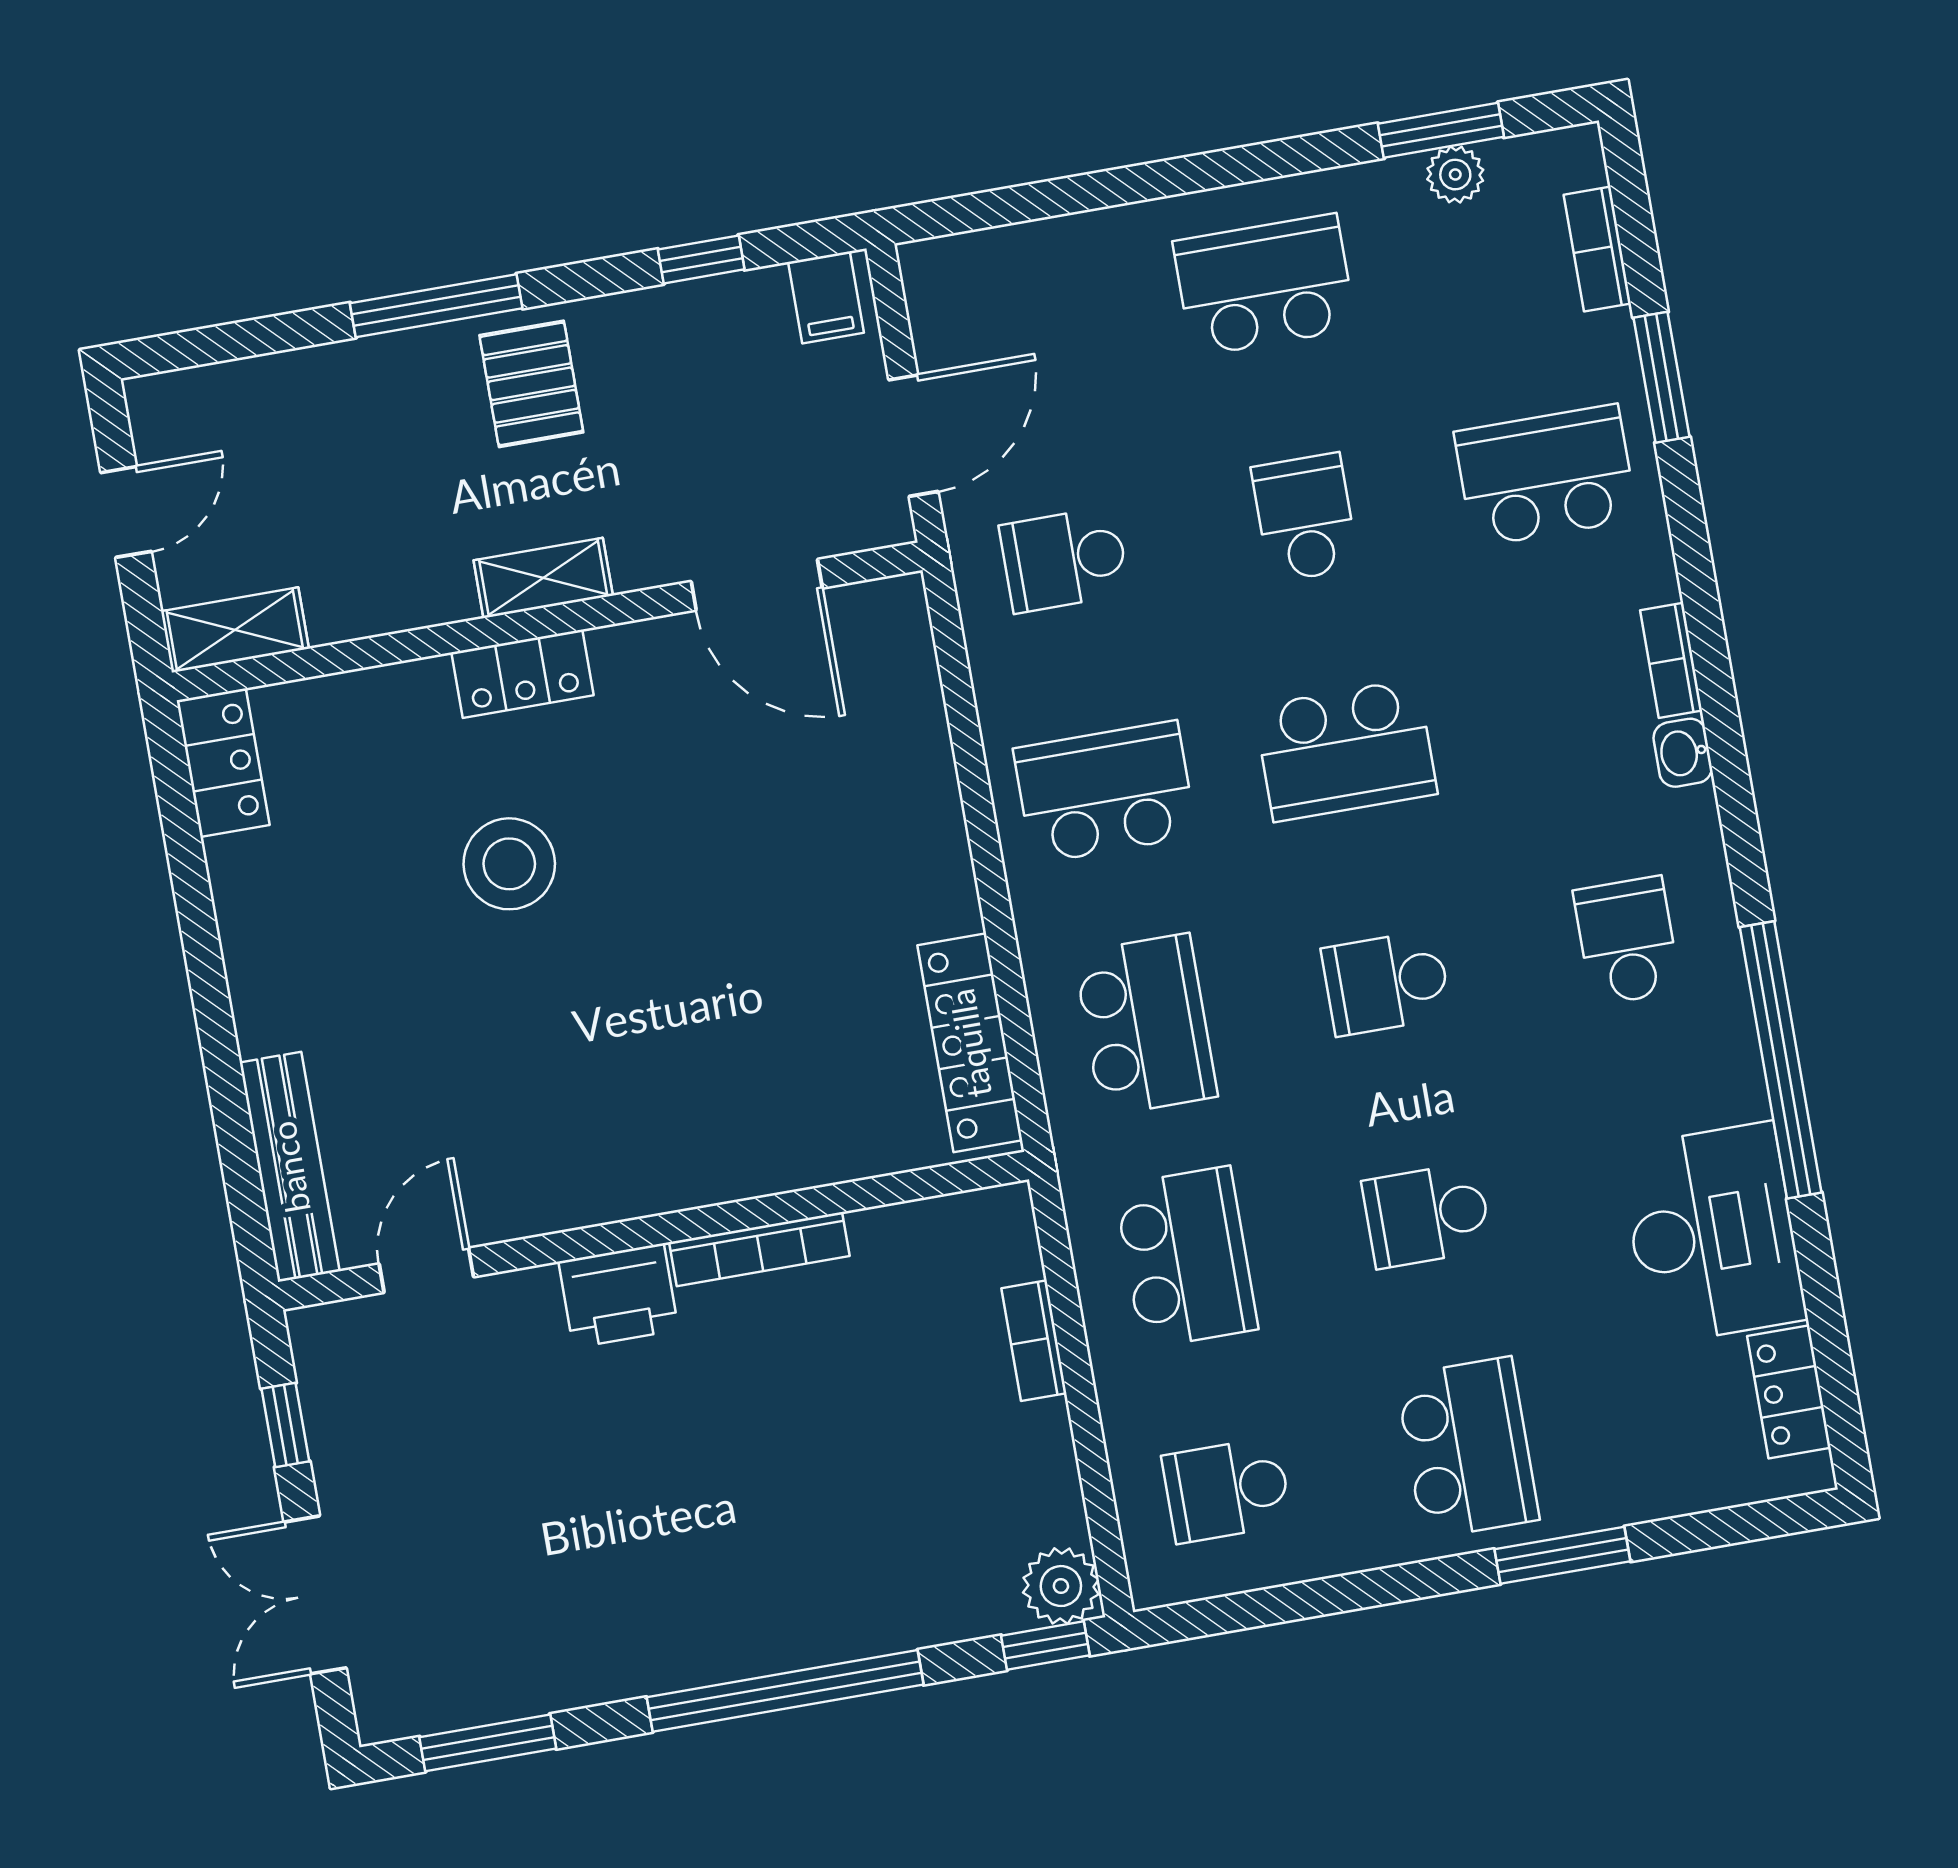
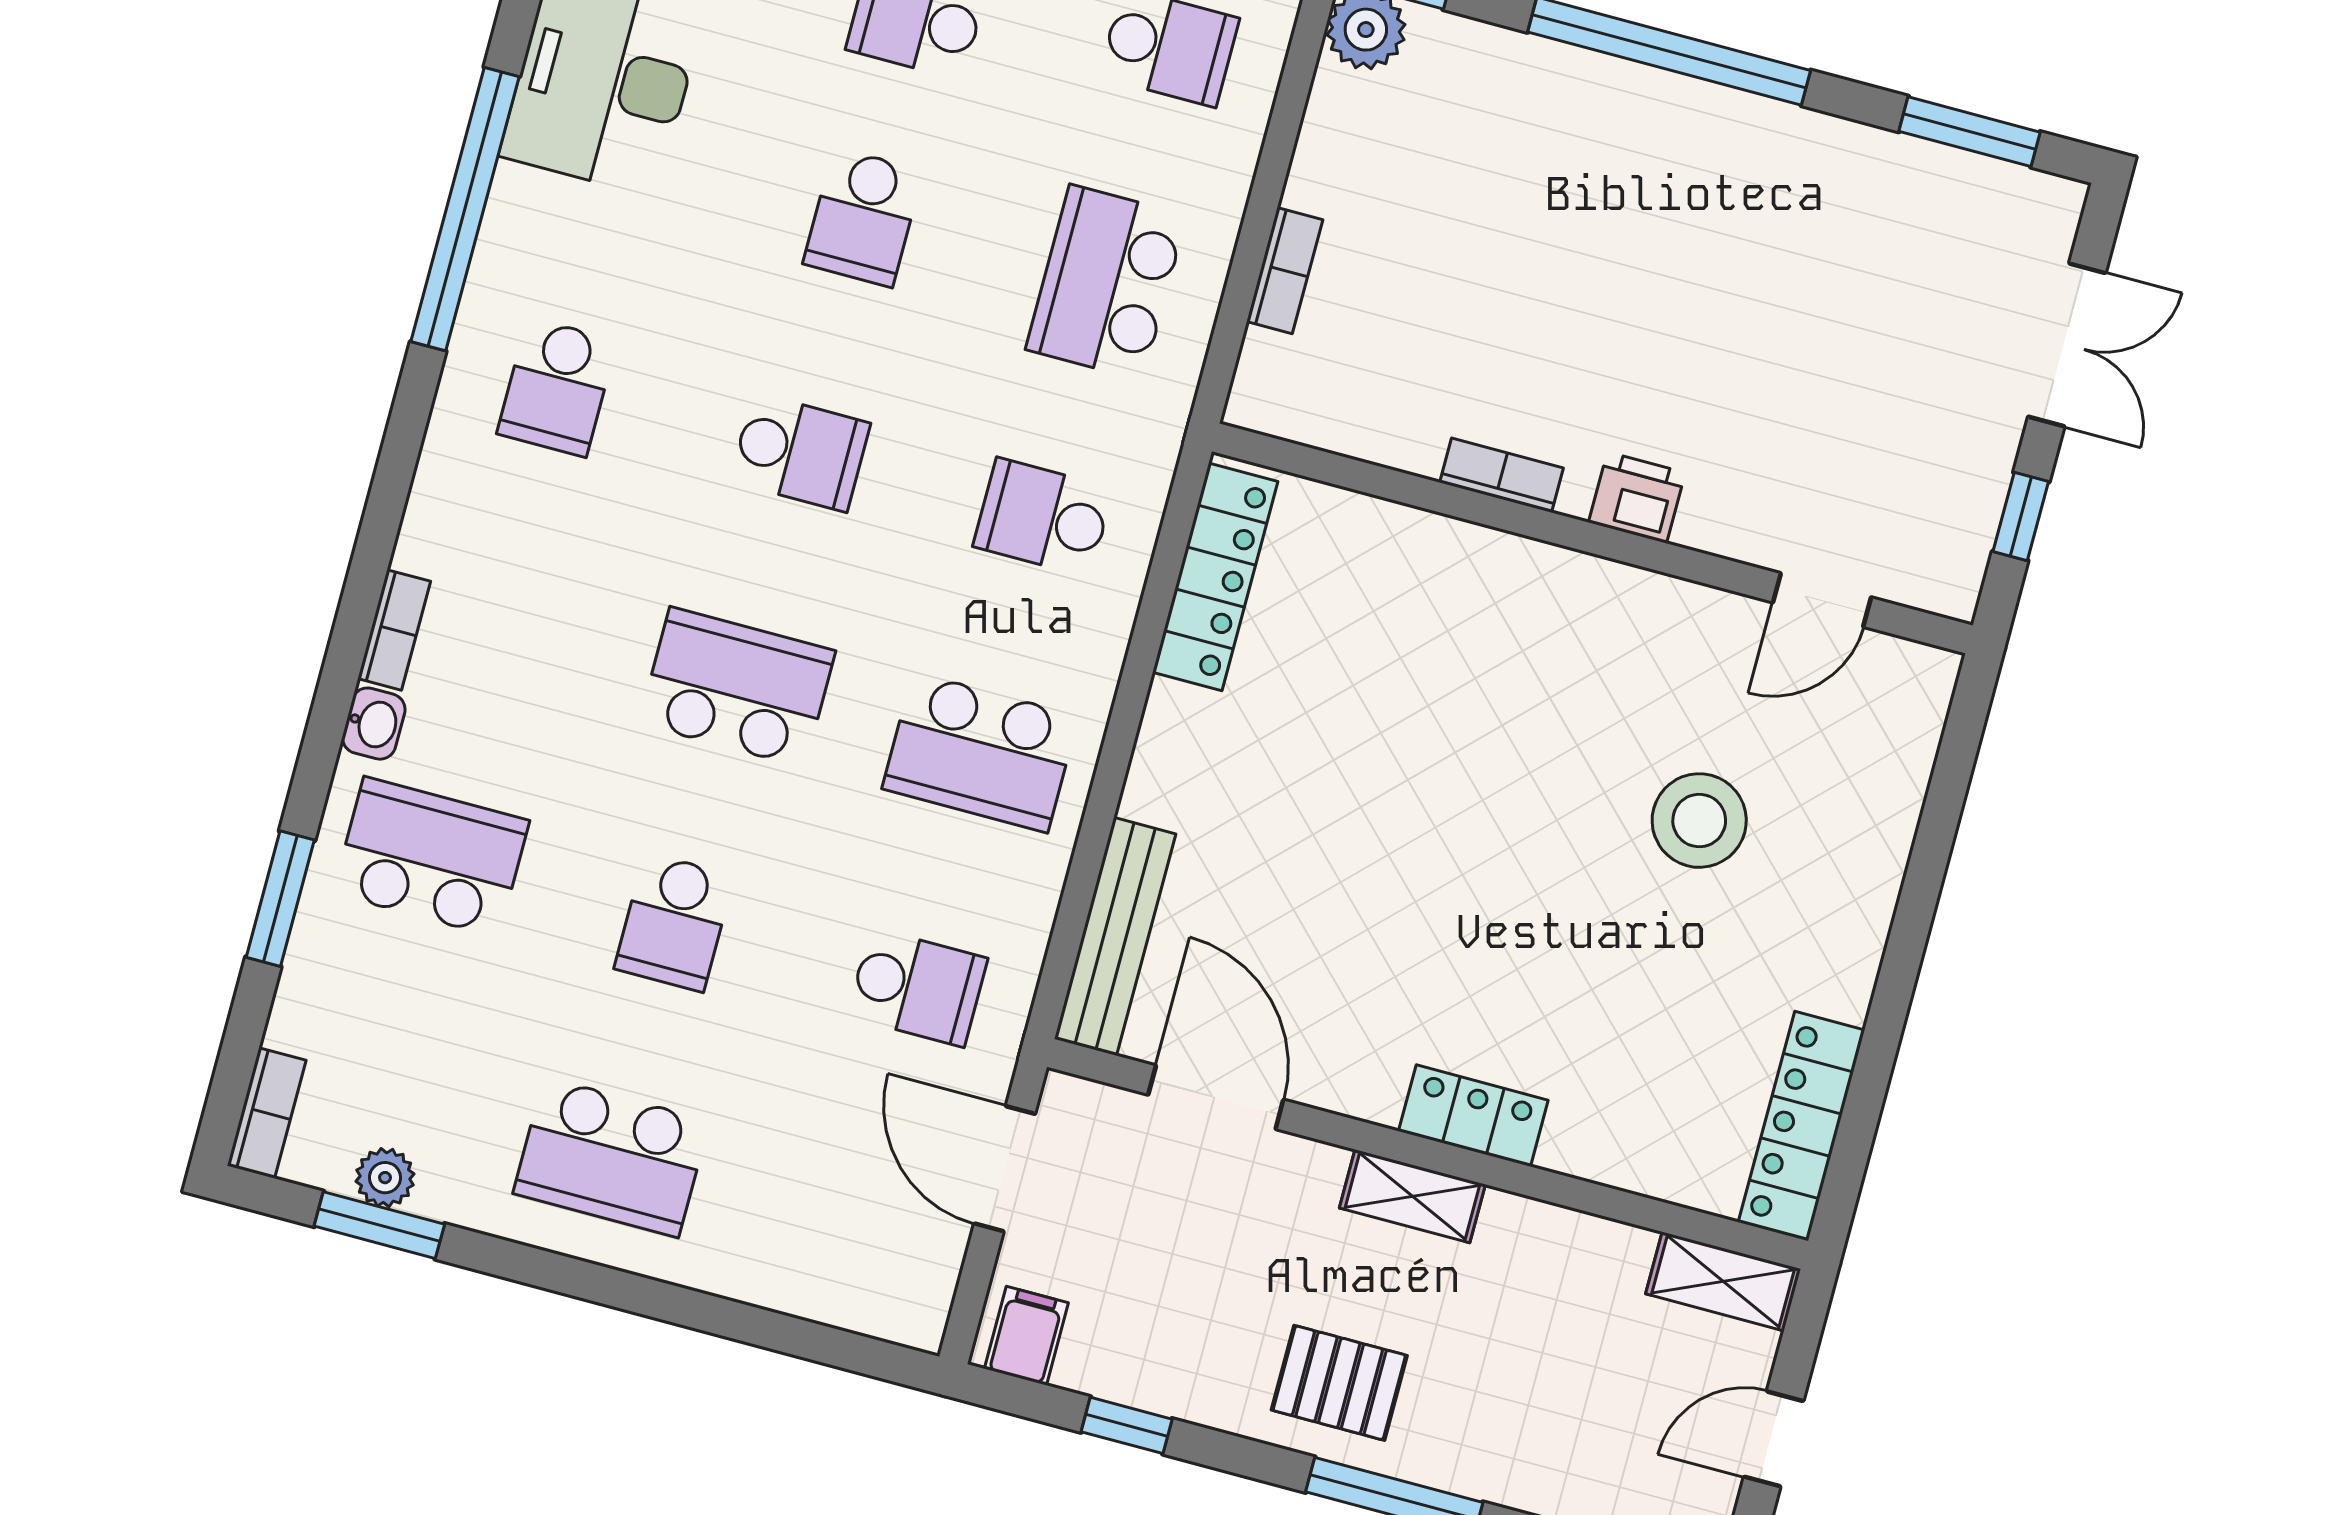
bookcase: (1597, 249) -> (267, 1113), moved
pallet: (531, 384) -> (1339, 1383), turned 90
door: (913, 436) -> (1005, 1169), hinge flipped
school desk: (1546, 476) -> (431, 857), turned 180
washbasin: (1683, 753) -> (374, 724), moved
locker: (223, 763) -> (1801, 1126), width x1.53
stool: (509, 864) -> (1699, 821), moved
school desk: (1146, 1025) -> (1043, 517), width x0.54
bench: (290, 1167) -> (1115, 936), moved
school desk: (1427, 1215) -> (863, 217), turned 90
bookcase: (759, 1249) -> (1502, 475), width x0.64
printer: (619, 1296) -> (1637, 498), width x0.73, depth x0.81

